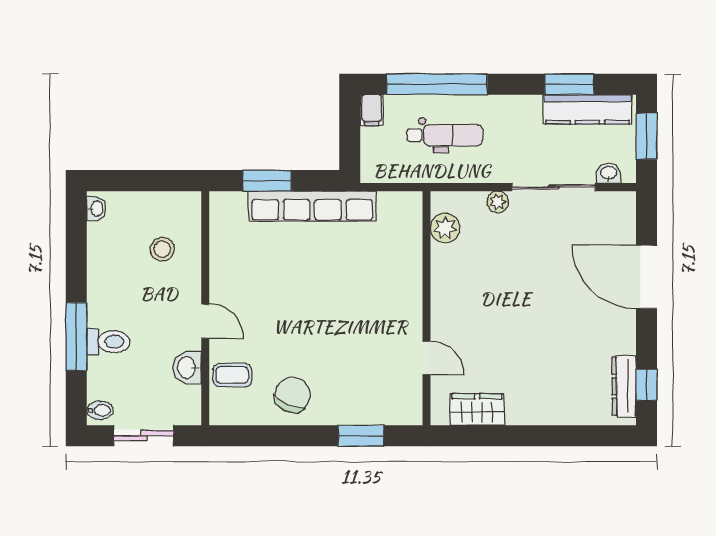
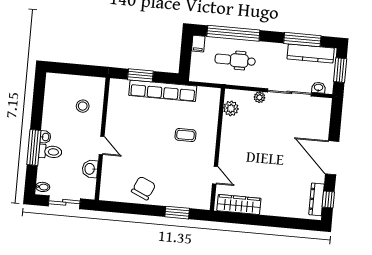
window: (569, 84) -> (302, 40), width x1.44
dental chair: (445, 135) -> (235, 60), turned 180
washbasin: (96, 209) -> (45, 137), moved
door: (647, 277) -> (332, 158), moved
coffee table: (232, 375) -> (185, 135), moved
wardrobe: (477, 410) -> (239, 204), width x1.50

